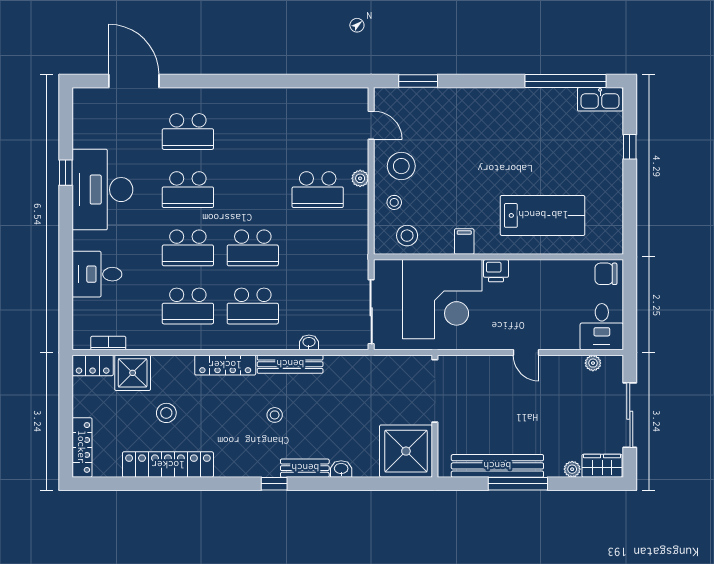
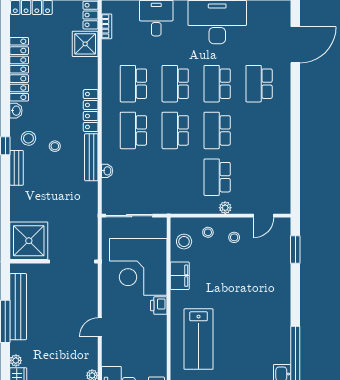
stool: (401, 166) -> (234, 237), width x0.53, depth x0.53
school desk: (253, 190) -> (217, 130), added
filing cabinet: (464, 242) -> (180, 276), width x2.00
stool: (166, 413) -> (28, 138), moved
washbasin: (341, 469) -> (16, 111), moved

